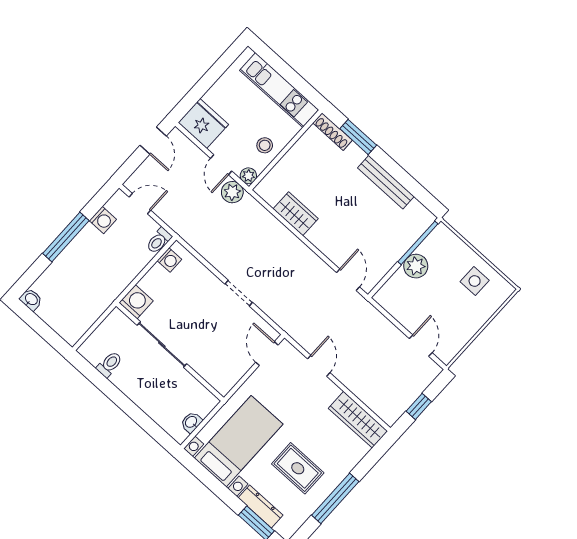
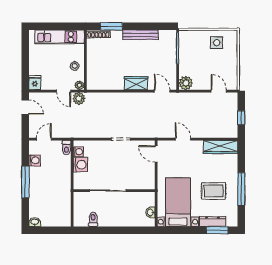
fridge: (203, 124) -> (35, 83), width x0.53, depth x0.75
wardrobe: (296, 214) -> (136, 83), moved
plant: (416, 266) -> (186, 83), moved
washing machine: (136, 302) -> (80, 165), moved, turned 90

